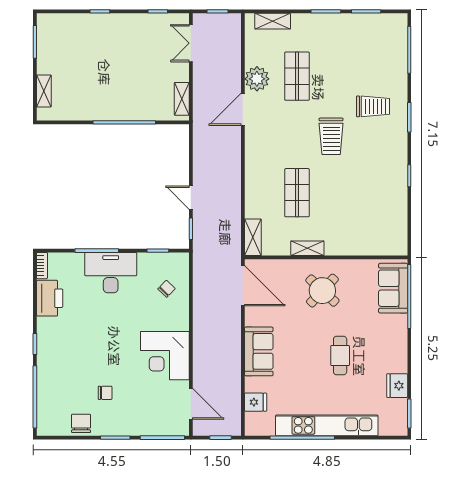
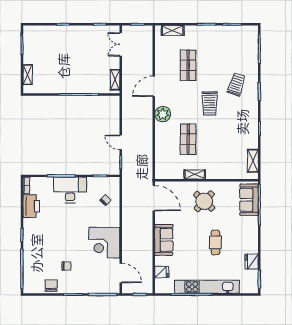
plant: (257, 79) -> (163, 114), moved
trolley: (373, 106) -> (236, 84), turned -72
shelving: (253, 237) -> (253, 161), moved

